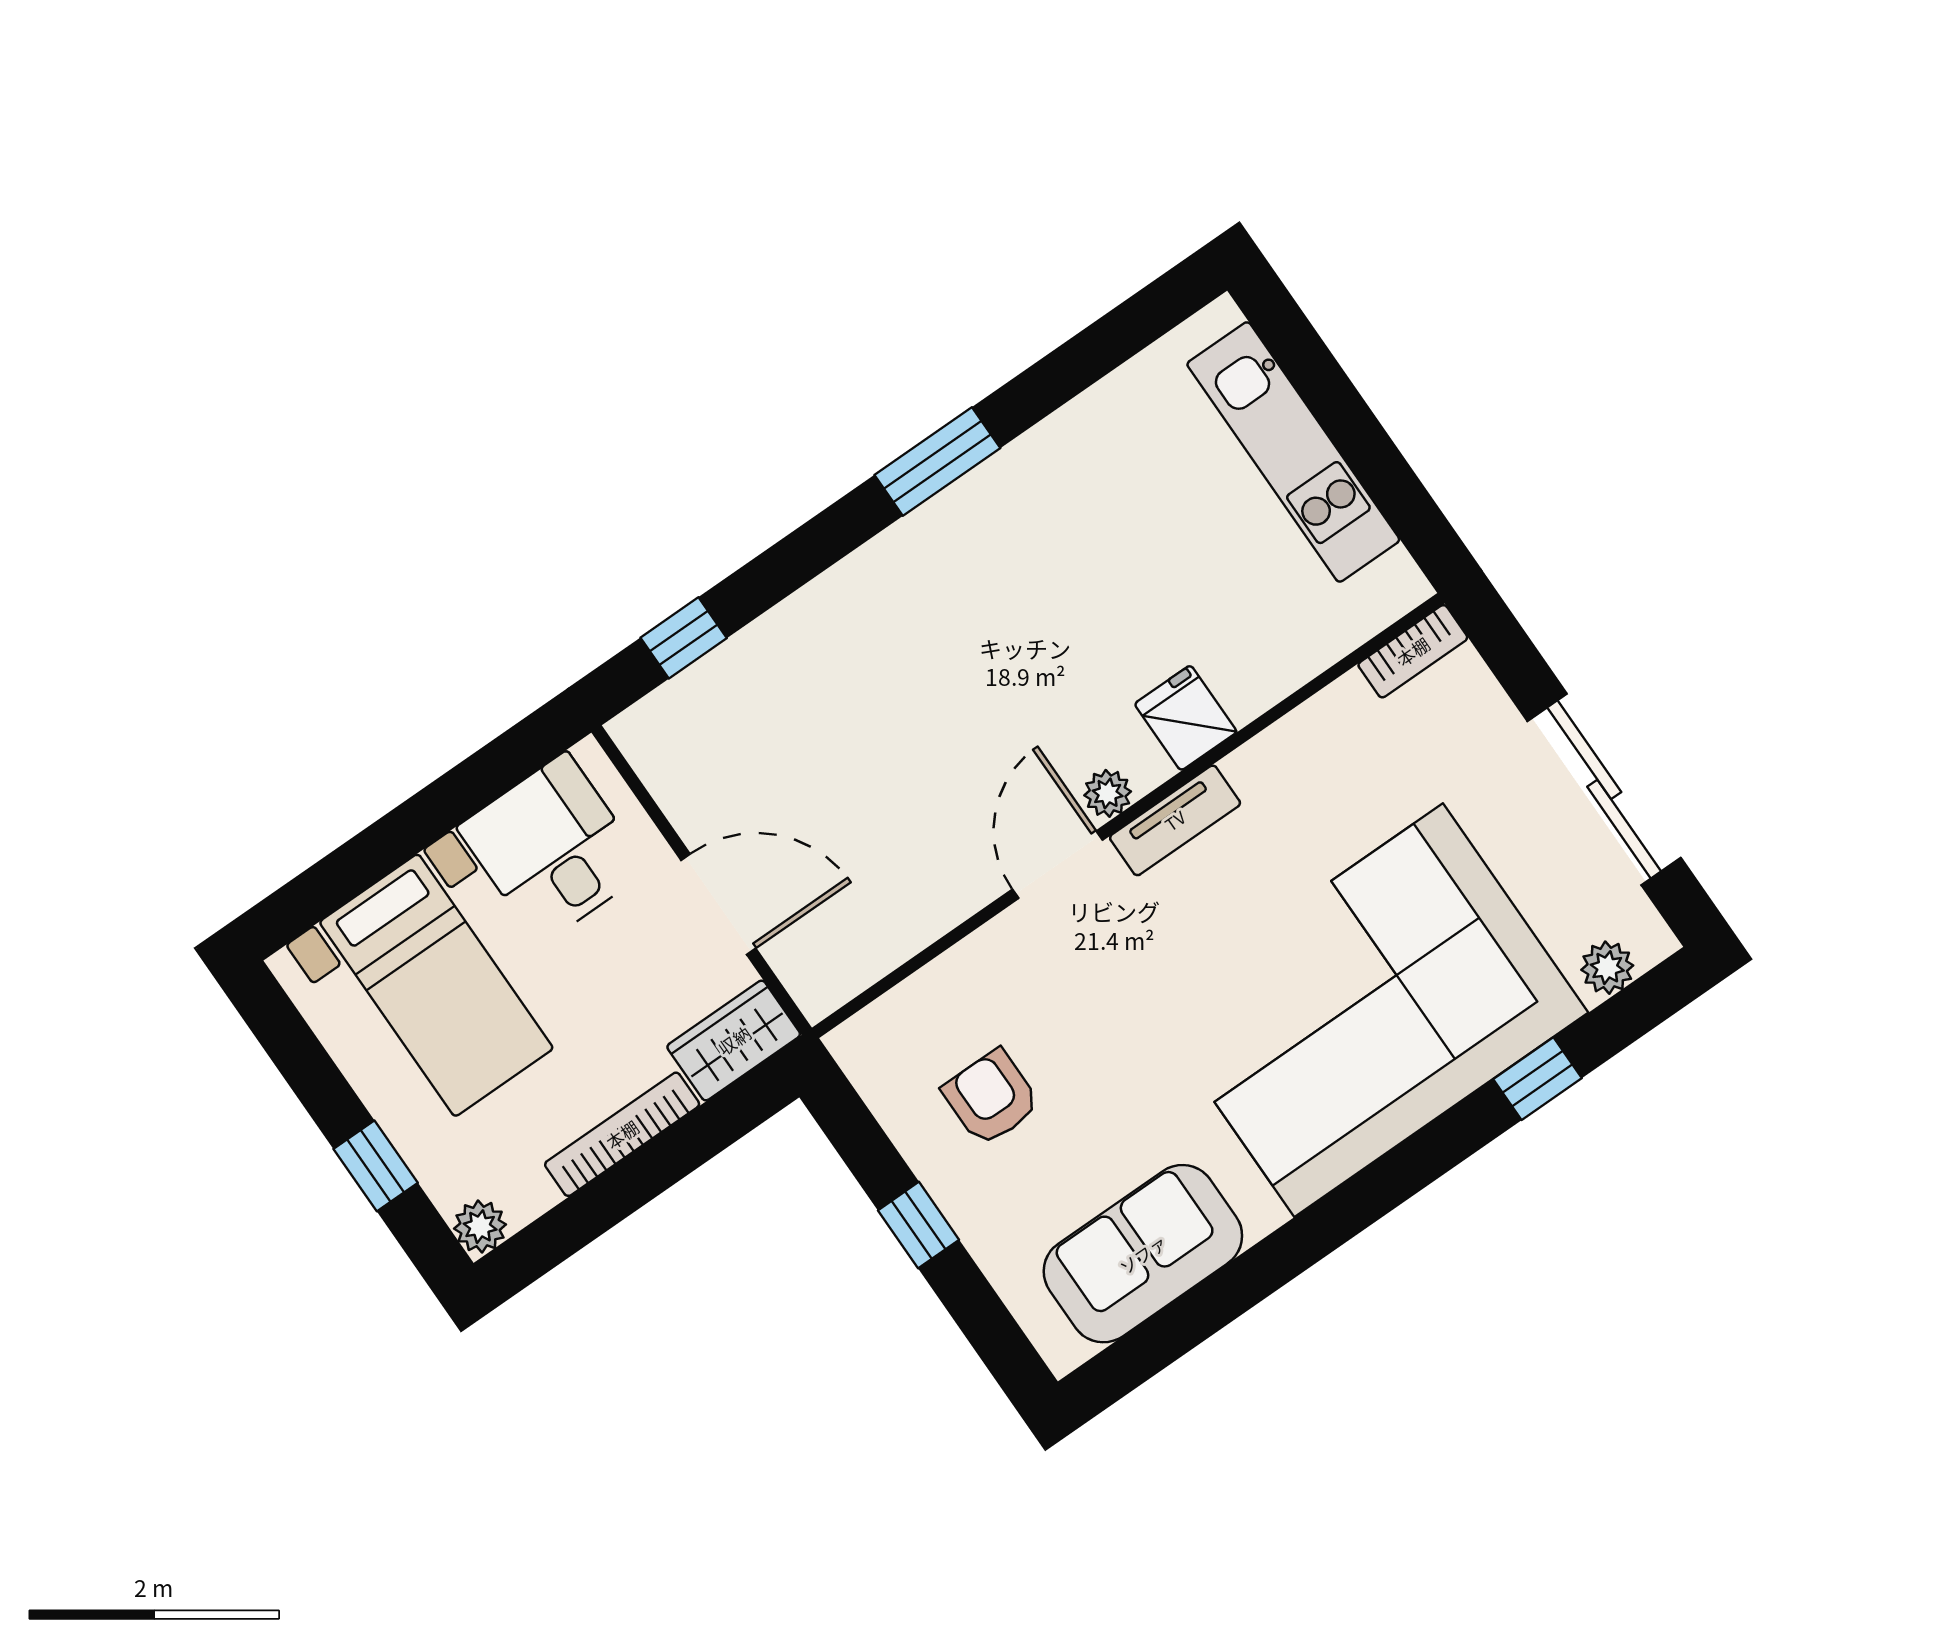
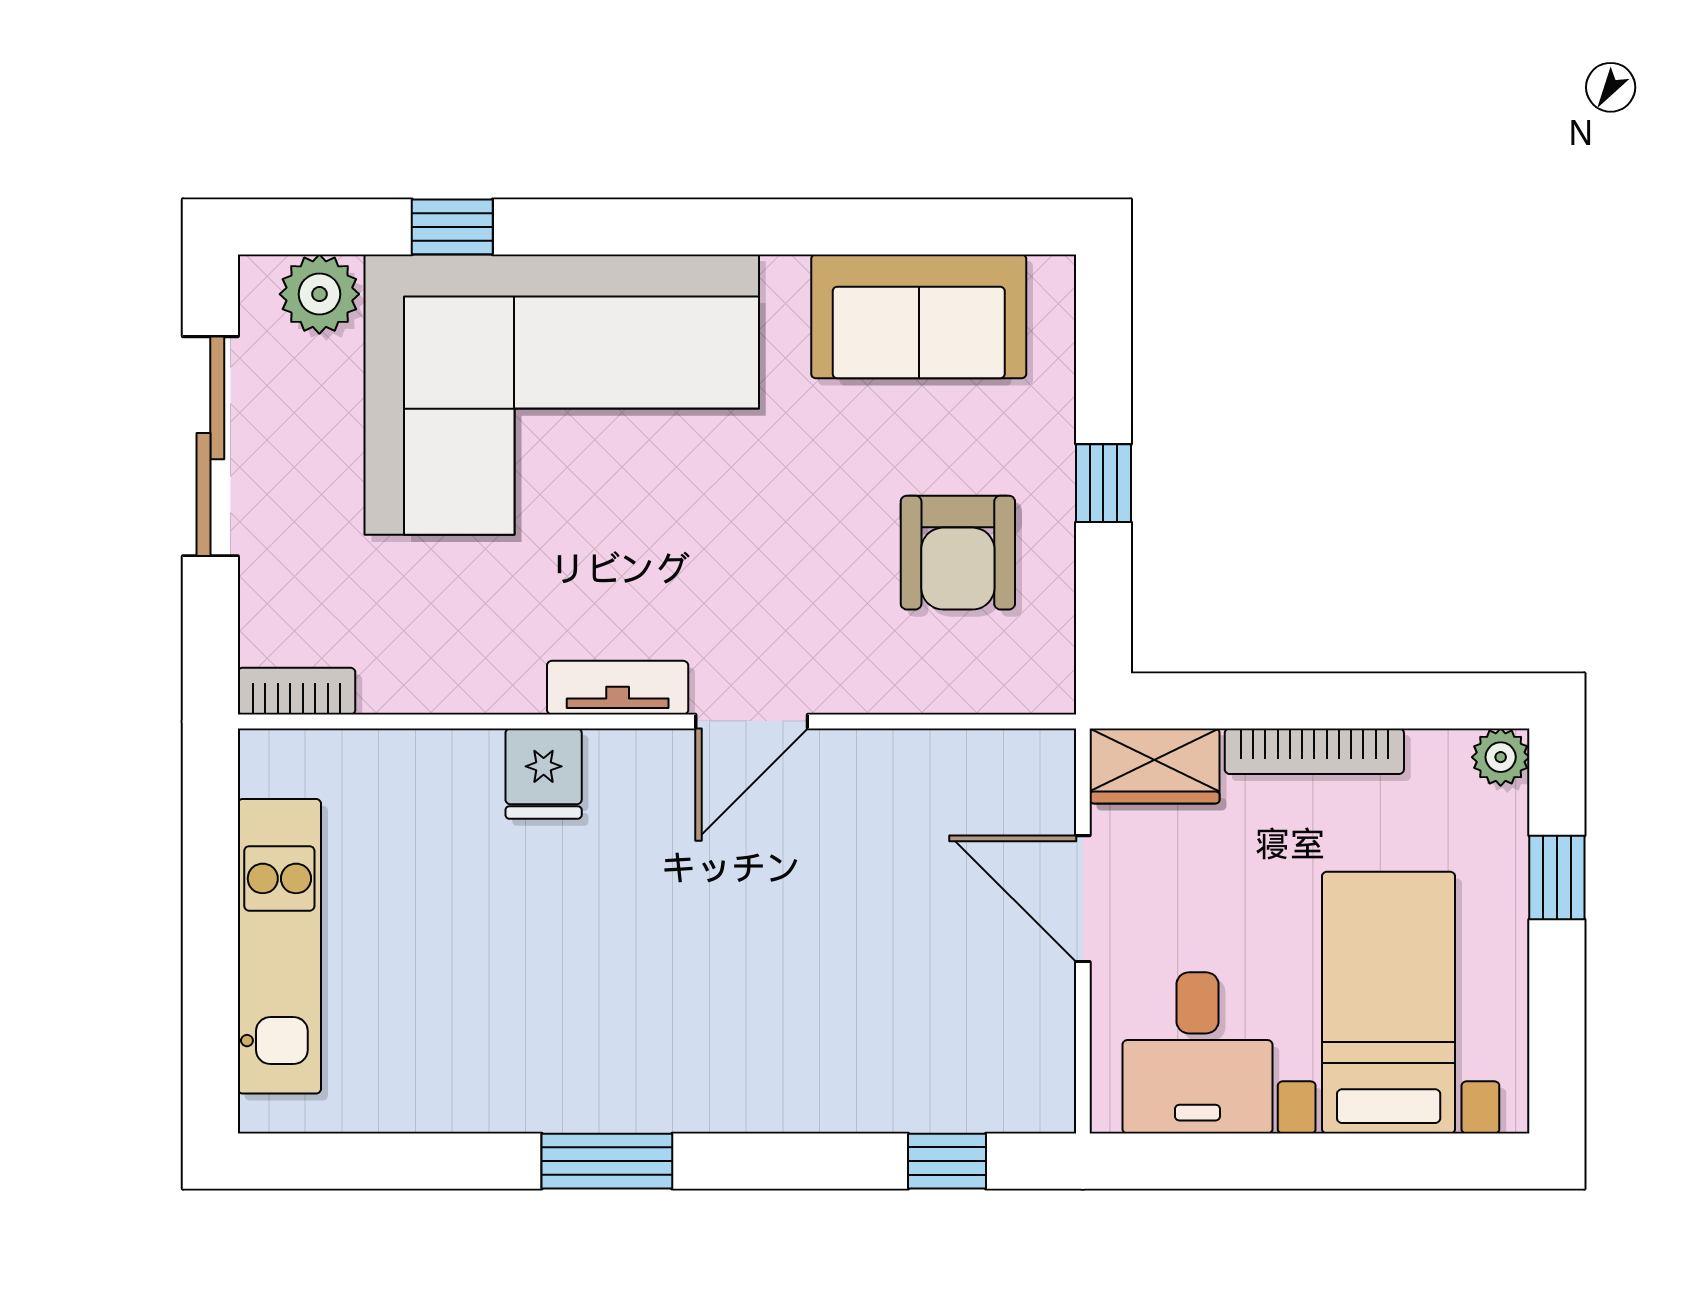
plant: (1108, 793) -> (662, 754), removed
plant: (1607, 968) -> (319, 294), width x1.38, depth x1.38
armchair: (991, 1098) -> (958, 553), width x1.38, depth x1.38

